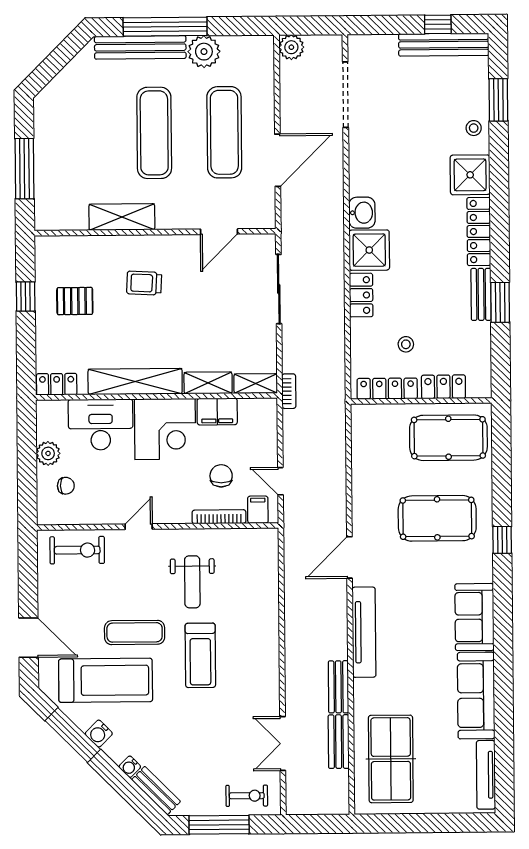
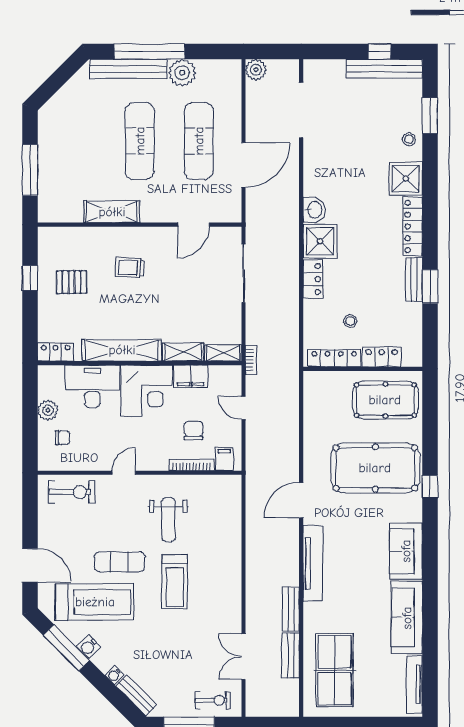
door: (280, 481) -> (243, 408), moved
pool table: (437, 518) -> (375, 468), width x1.36, depth x1.32

